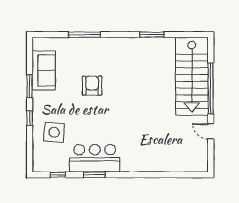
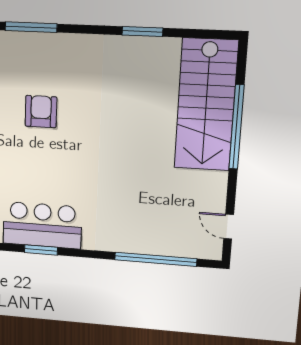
door: (211, 131) -> (229, 227), moved
window: (168, 175) -> (156, 259), added

